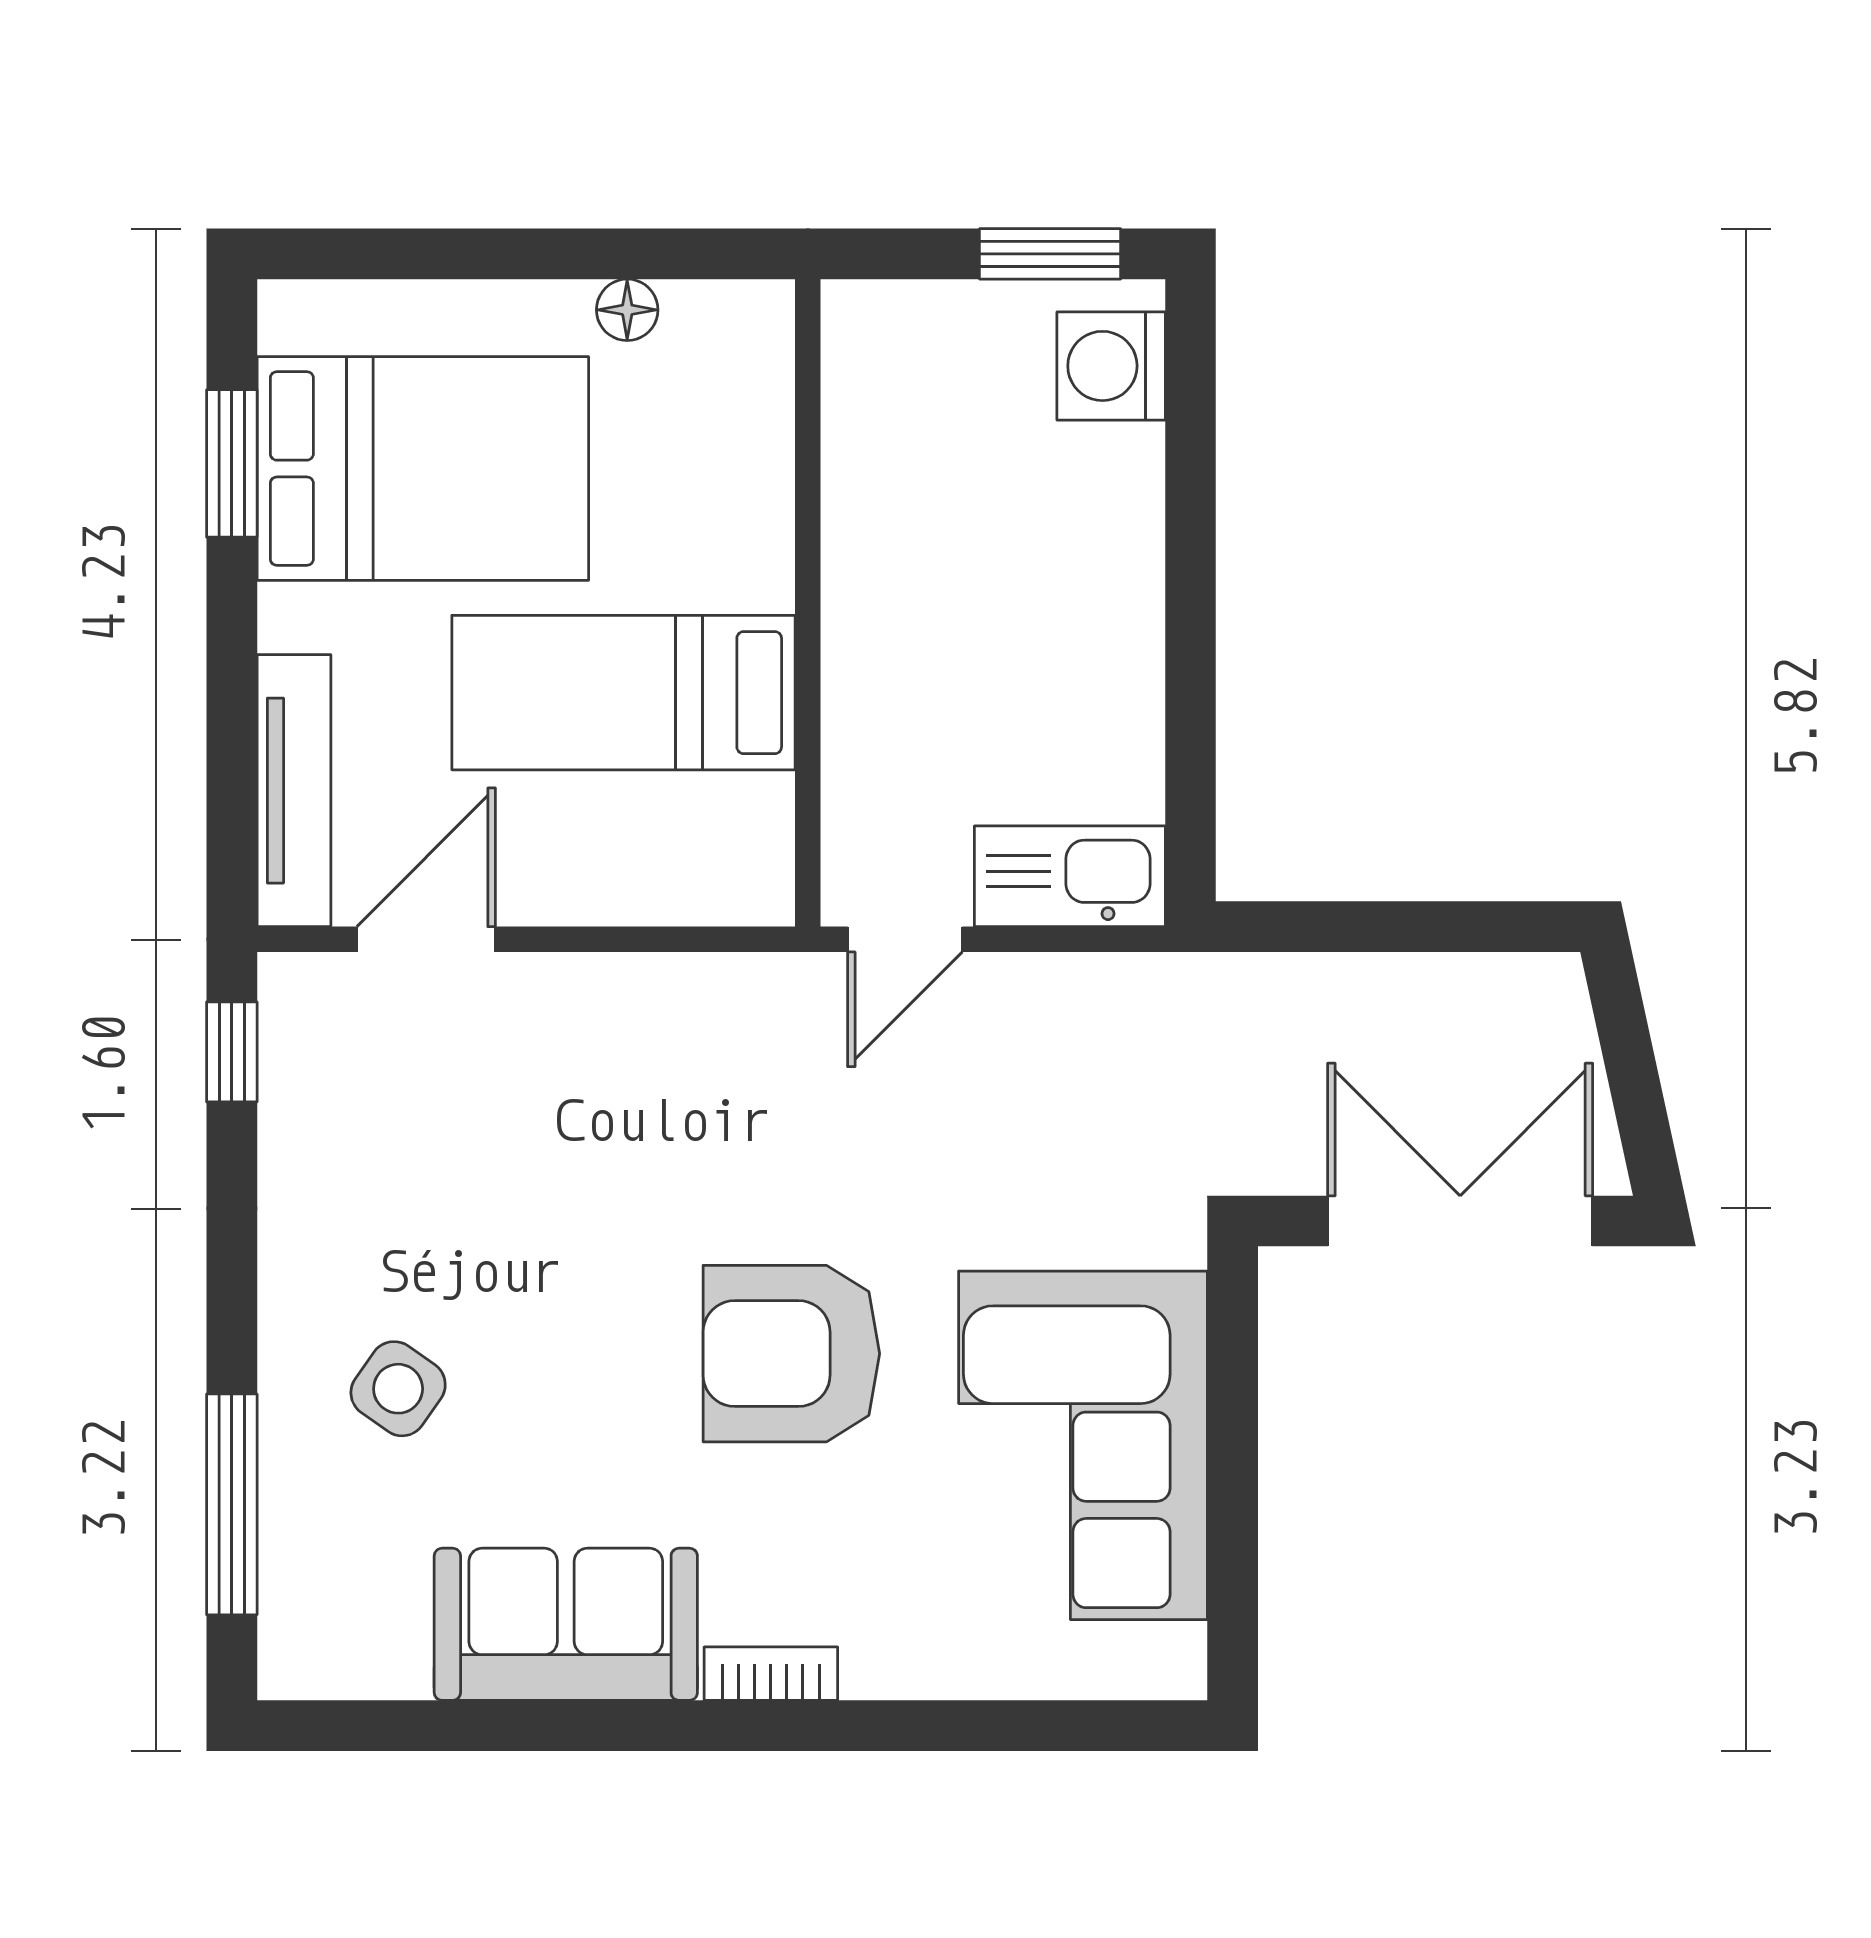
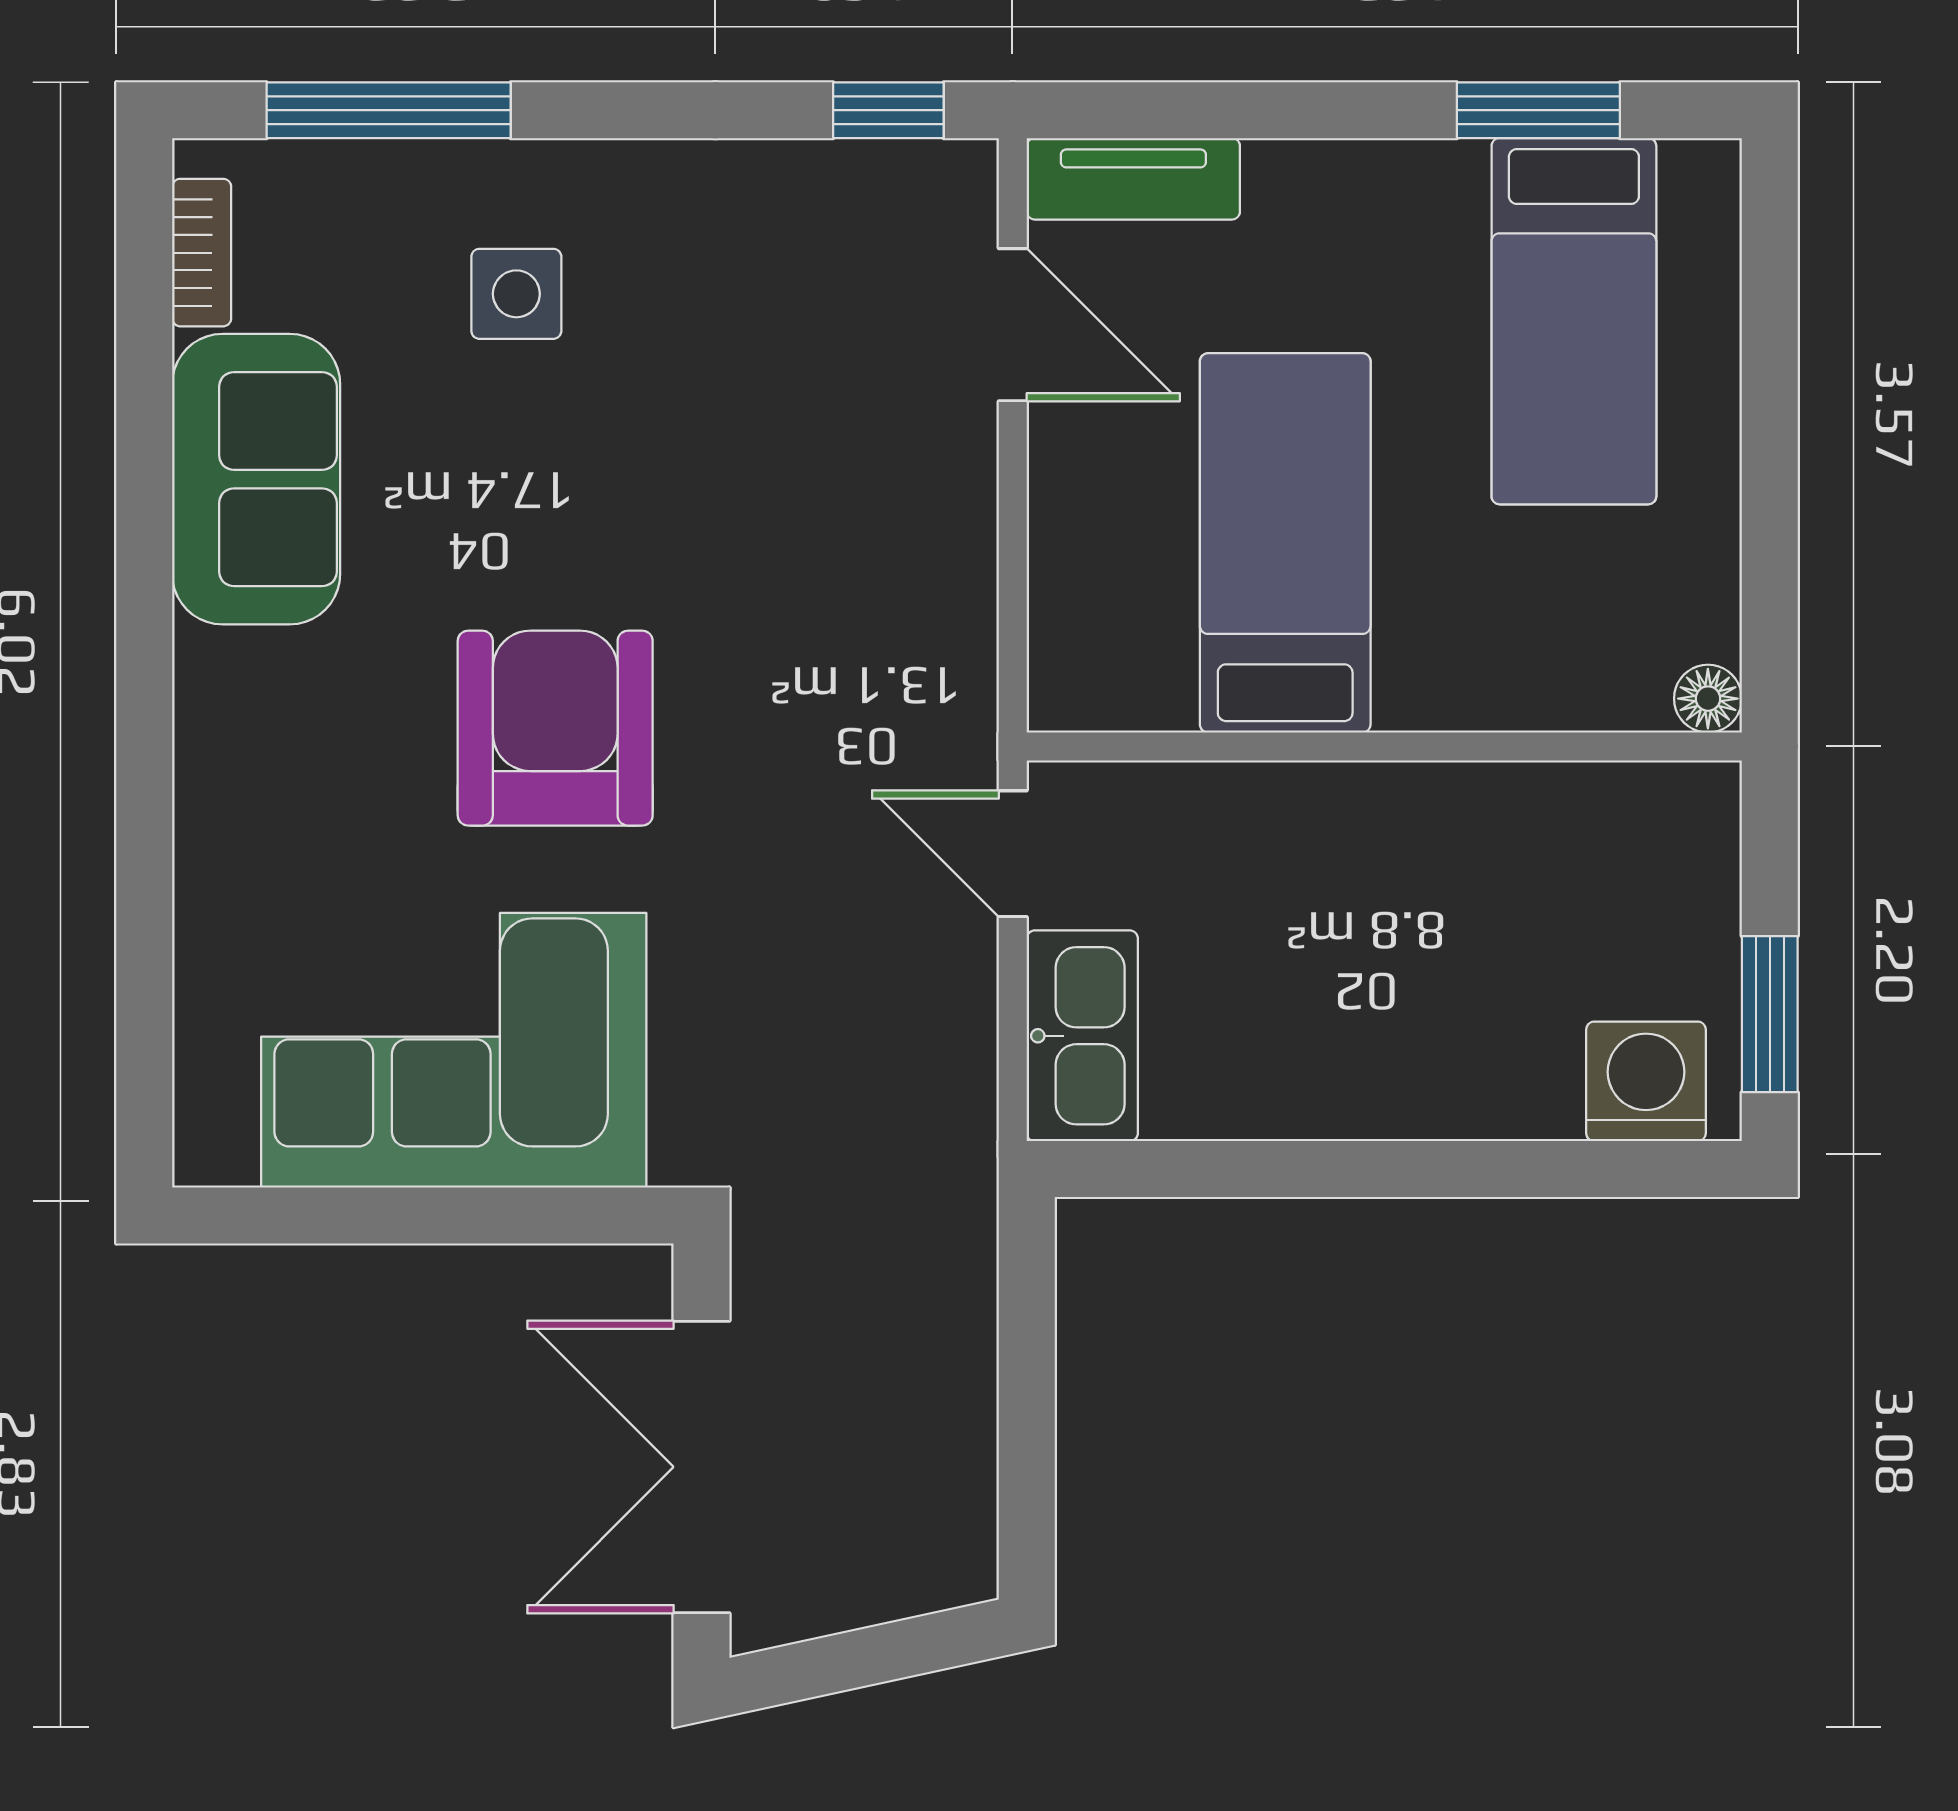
floor lamp: (627, 310) -> (1708, 699), moved
bed: (423, 469) -> (1574, 321), width x0.67
tv unit: (294, 791) -> (1133, 179), width x0.71
double door: (1460, 1221) -> (702, 1467), swing flipped
side table: (398, 1389) -> (516, 294), turned -35
bookcase: (771, 1674) -> (202, 253), moved

